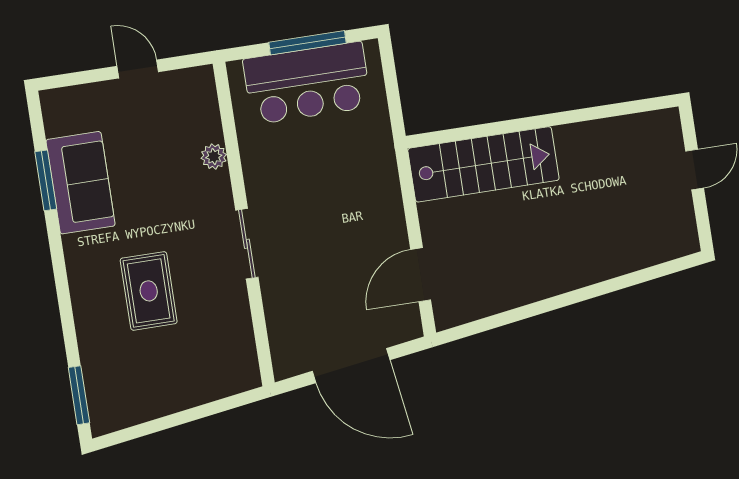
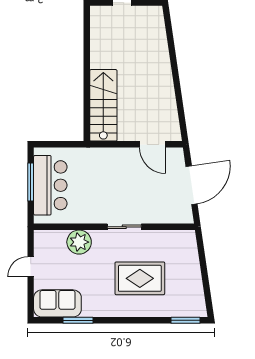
plant: (214, 156) -> (79, 242), width x1.87, depth x1.87
sofa: (81, 183) -> (57, 303), moved
rug: (149, 291) -> (140, 278), width x1.36, depth x1.43

